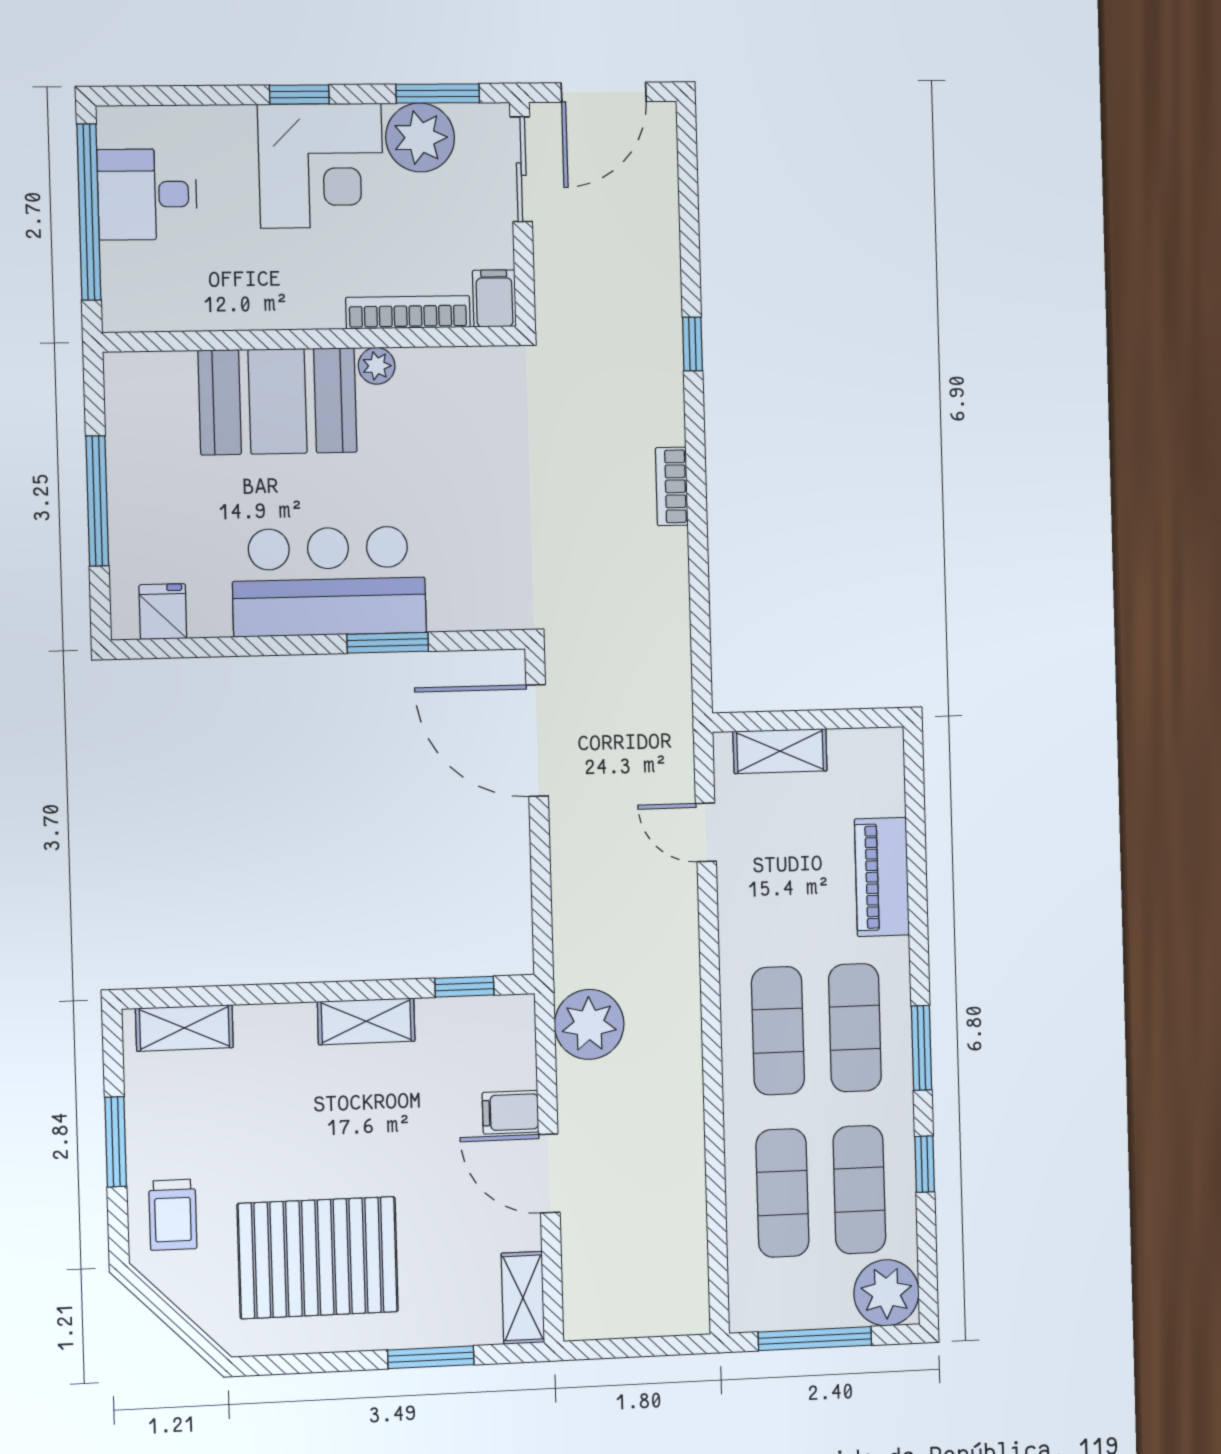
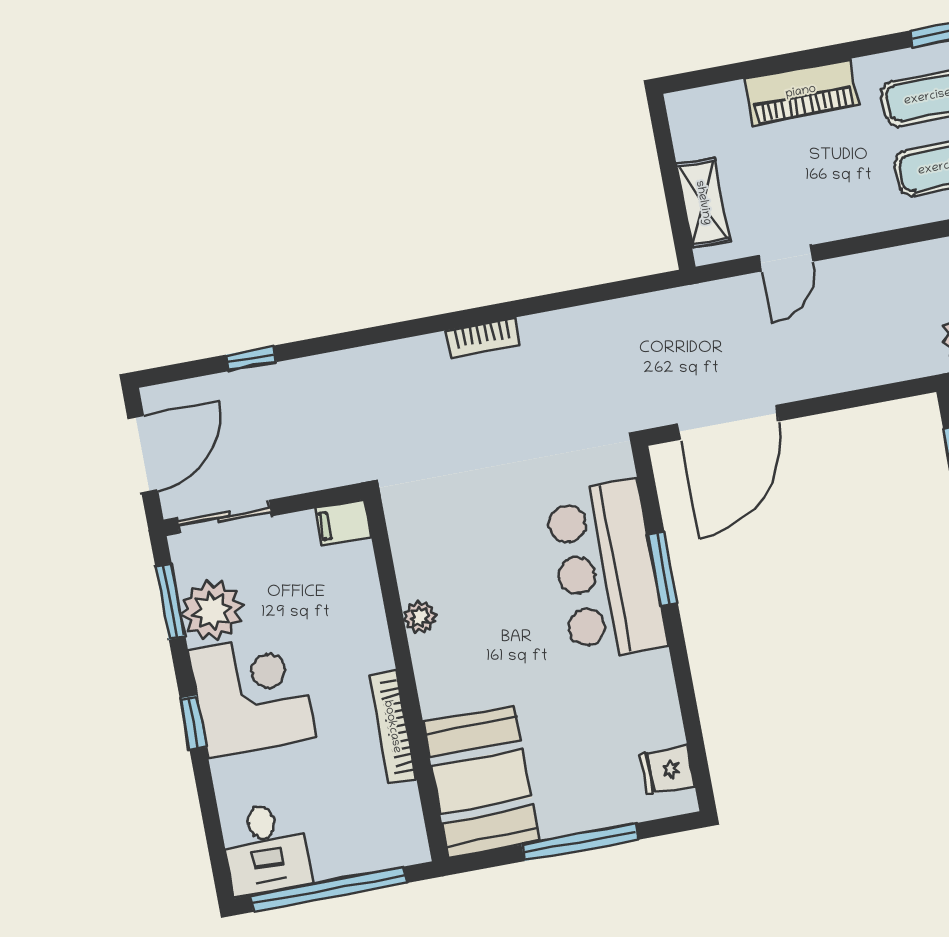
door: (604, 92) -> (143, 454), hinge flipped
desk: (147, 194) -> (266, 848), moved
bookcase: (408, 312) -> (392, 727), moved
window: (692, 344) -> (251, 358), moved
booth: (278, 401) -> (481, 782), moved
bar counter: (329, 581) -> (606, 570), moved

